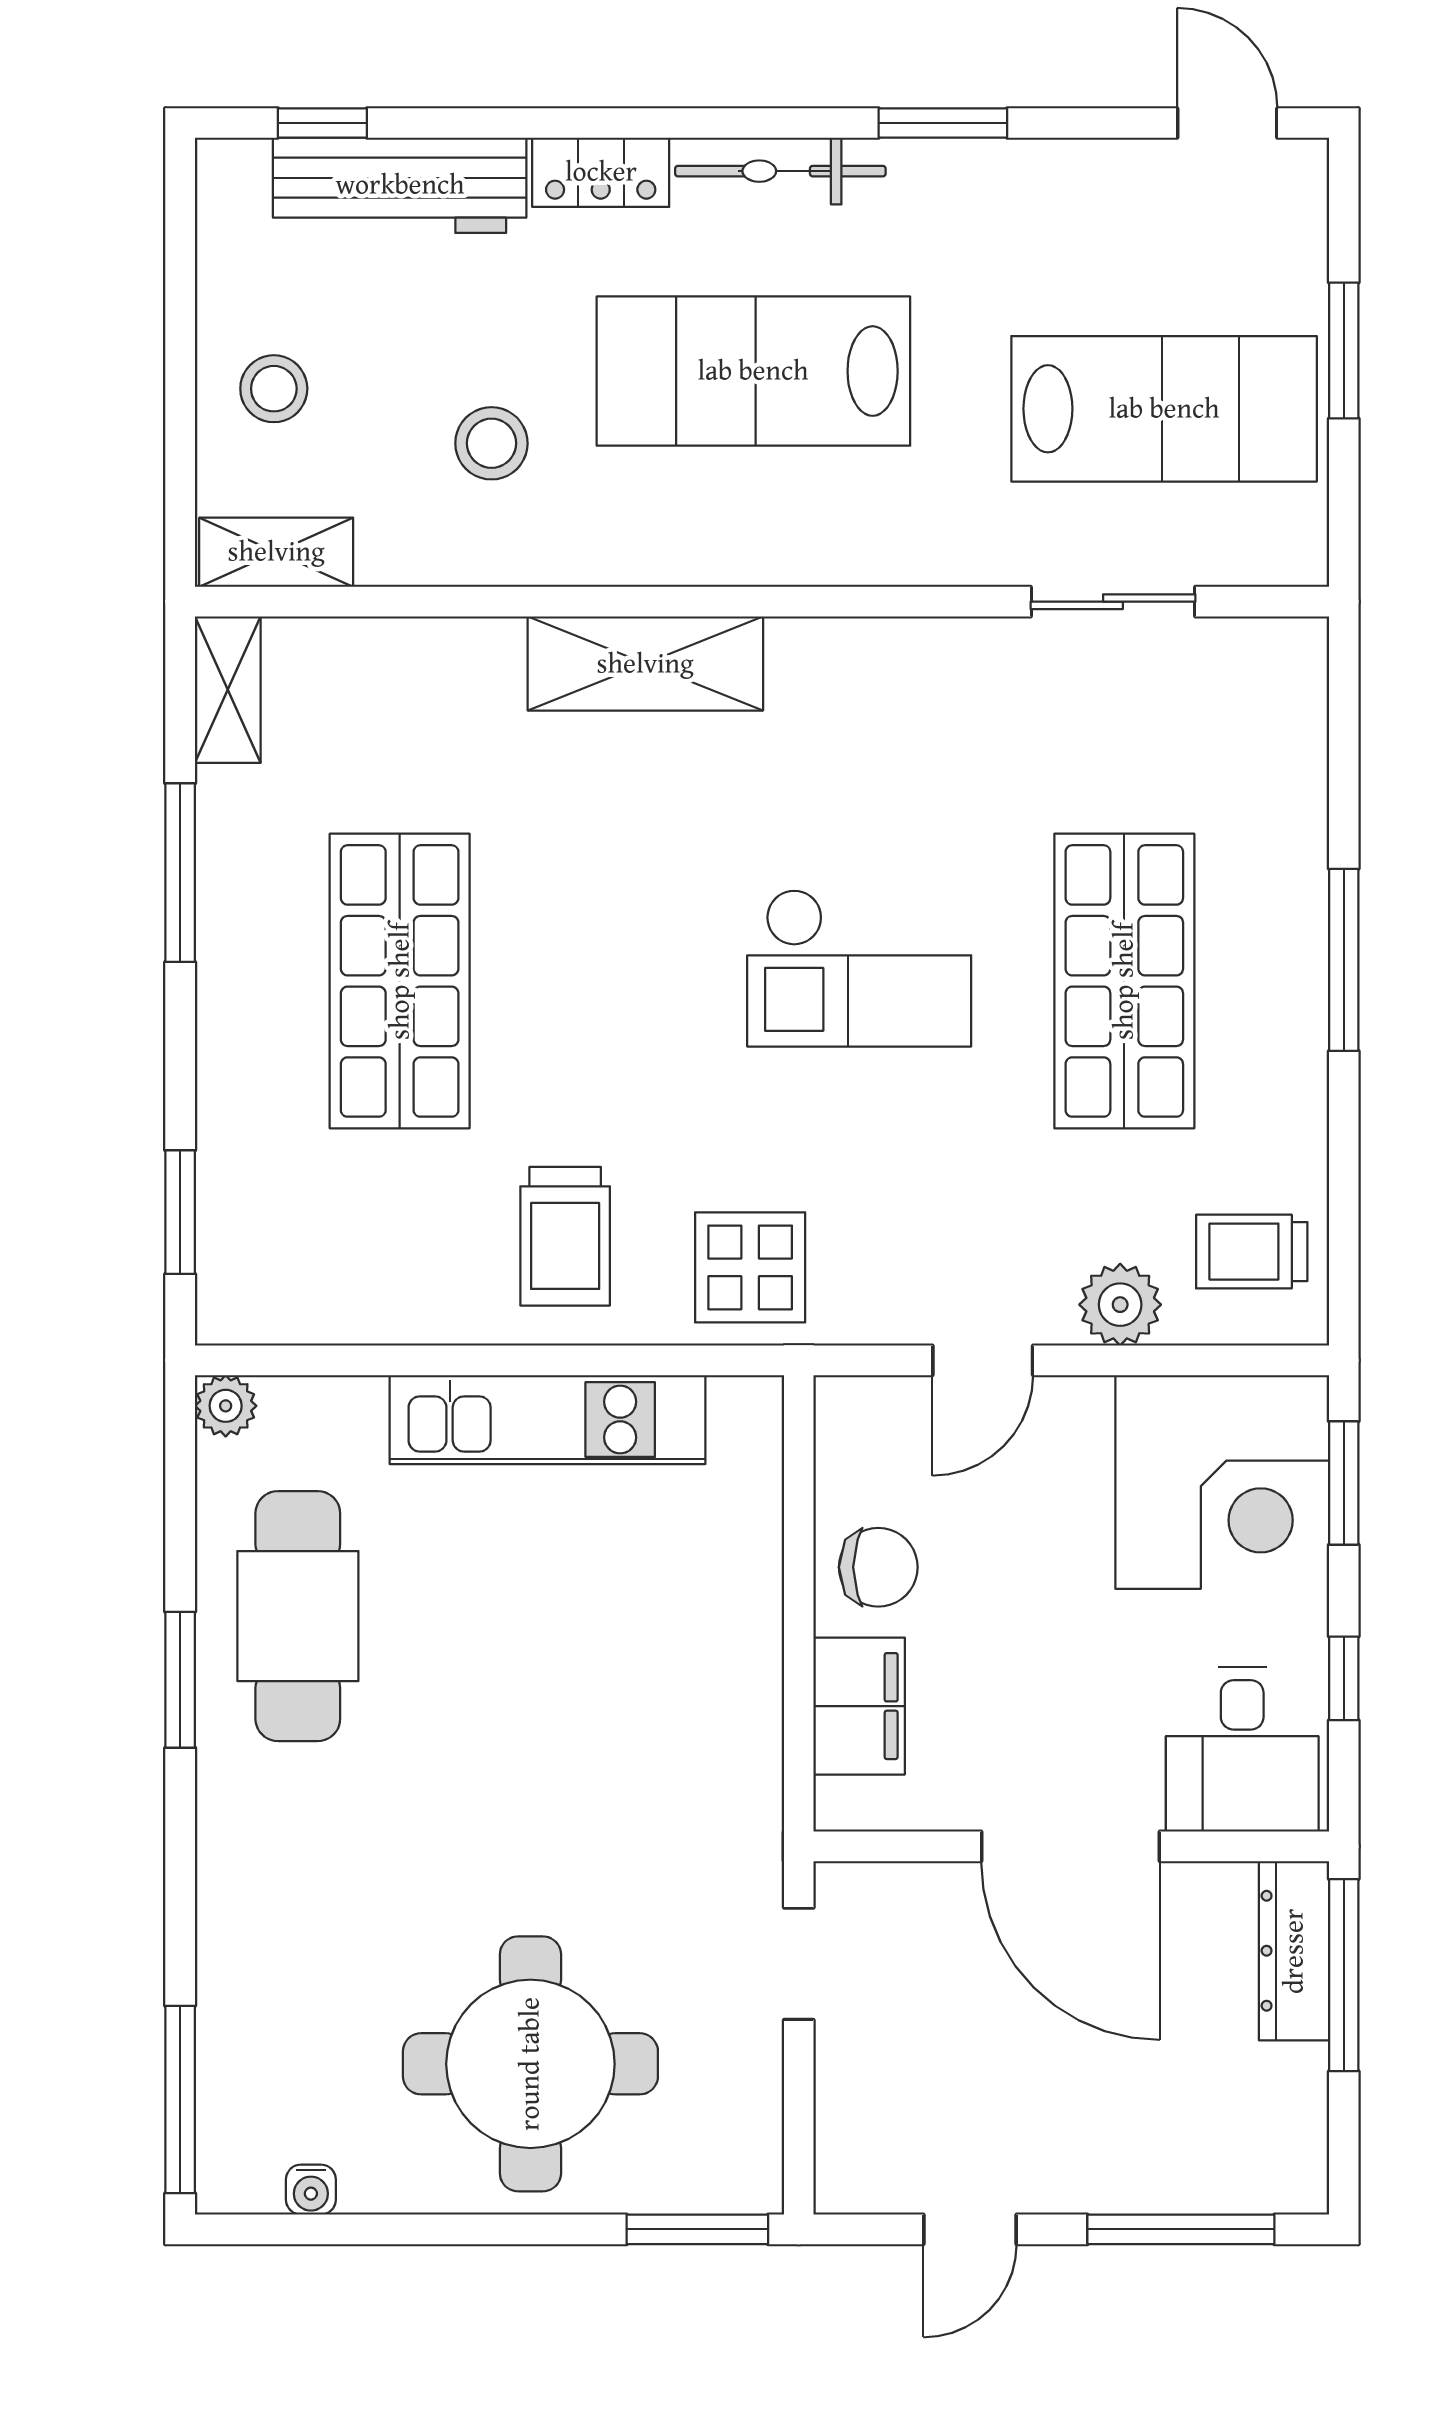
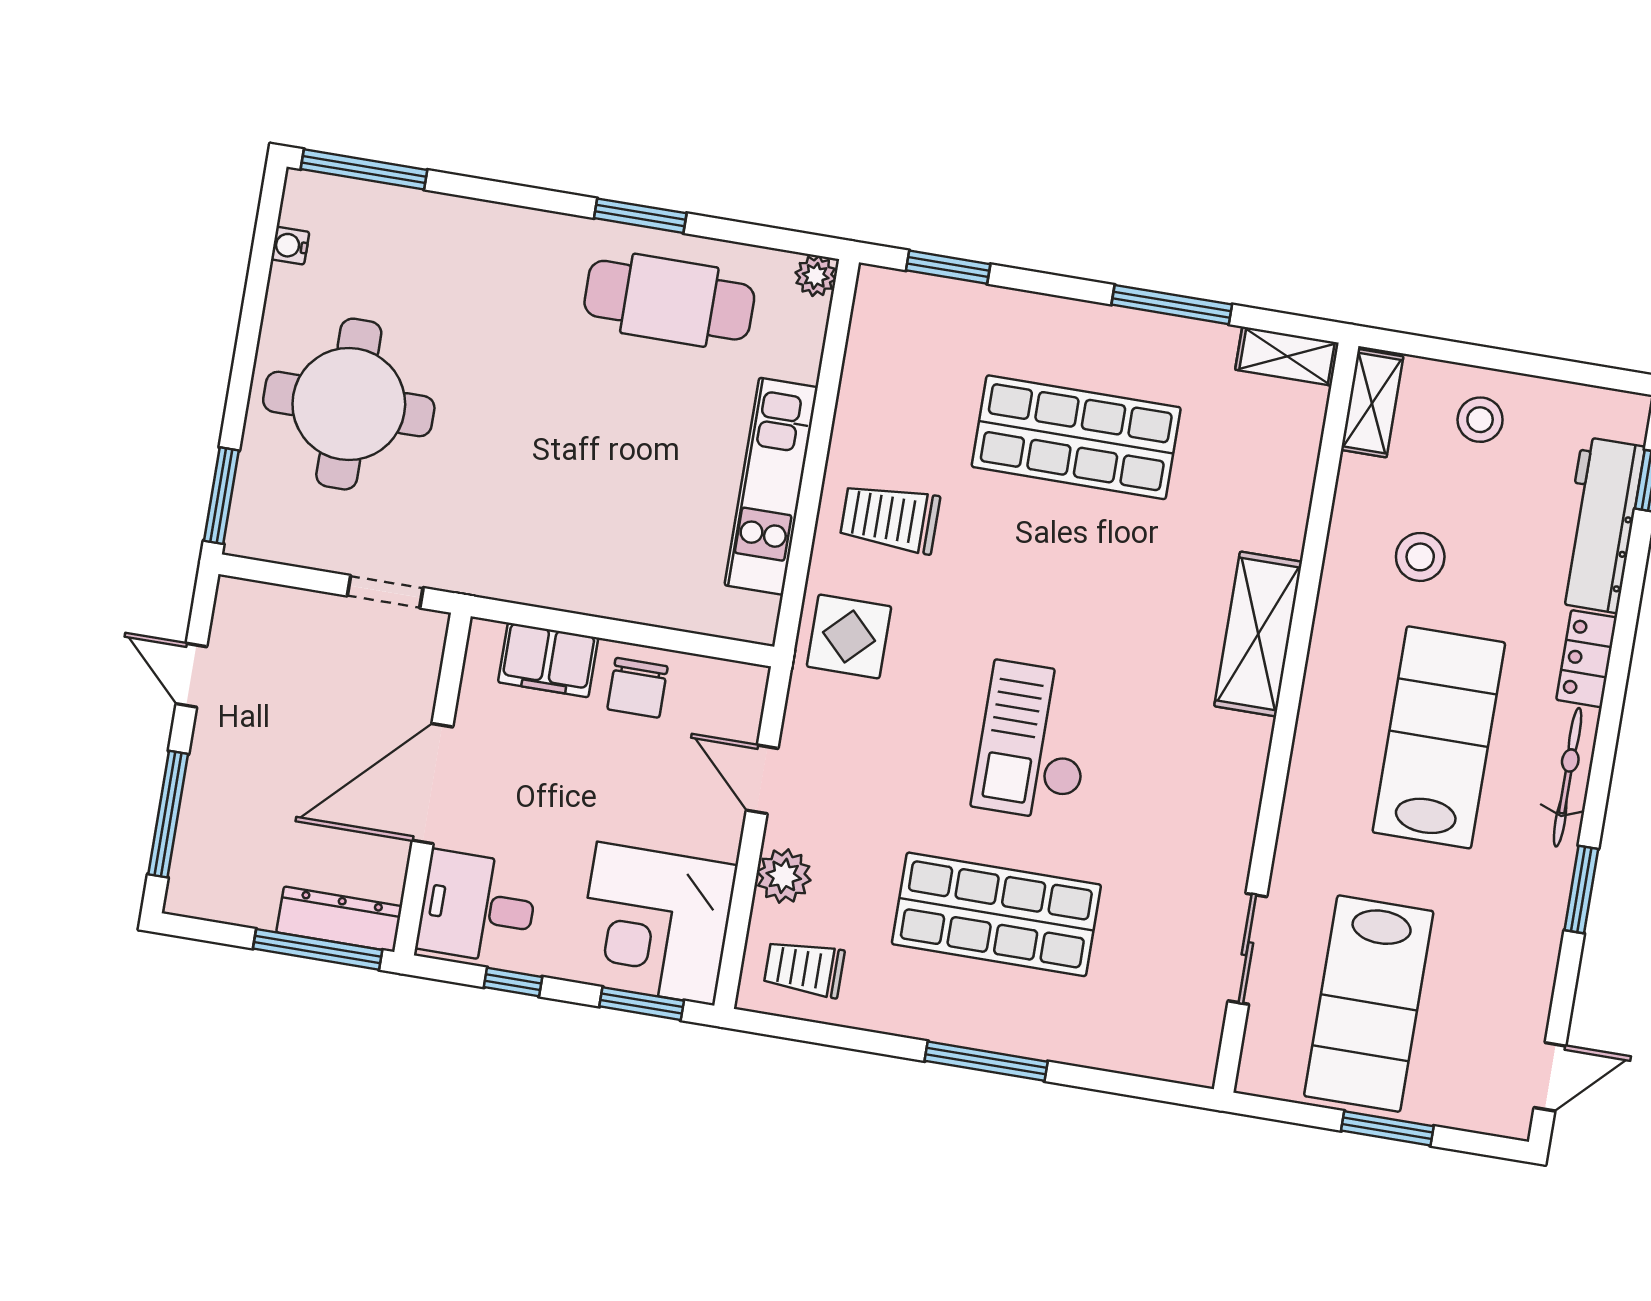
trolley: (1252, 1252) -> (804, 969), turned -90

